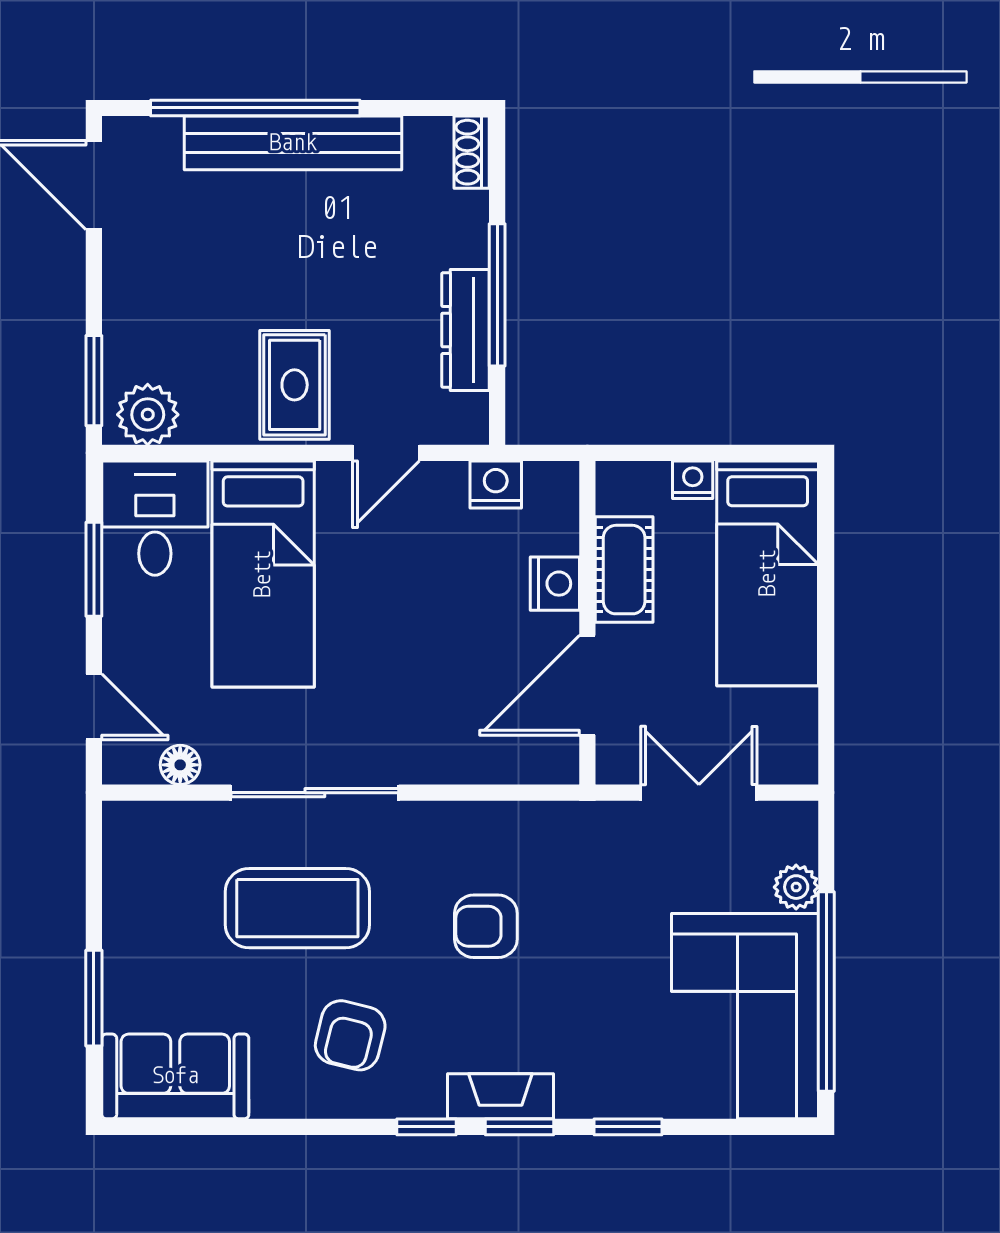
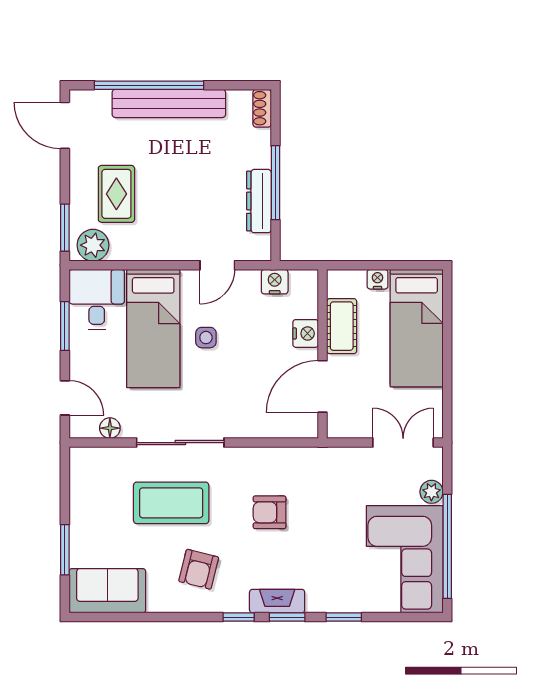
rug: (295, 385) -> (116, 194), moved
side table: (364, 591) -> (206, 338), added
double door: (699, 793) -> (403, 443), moved

